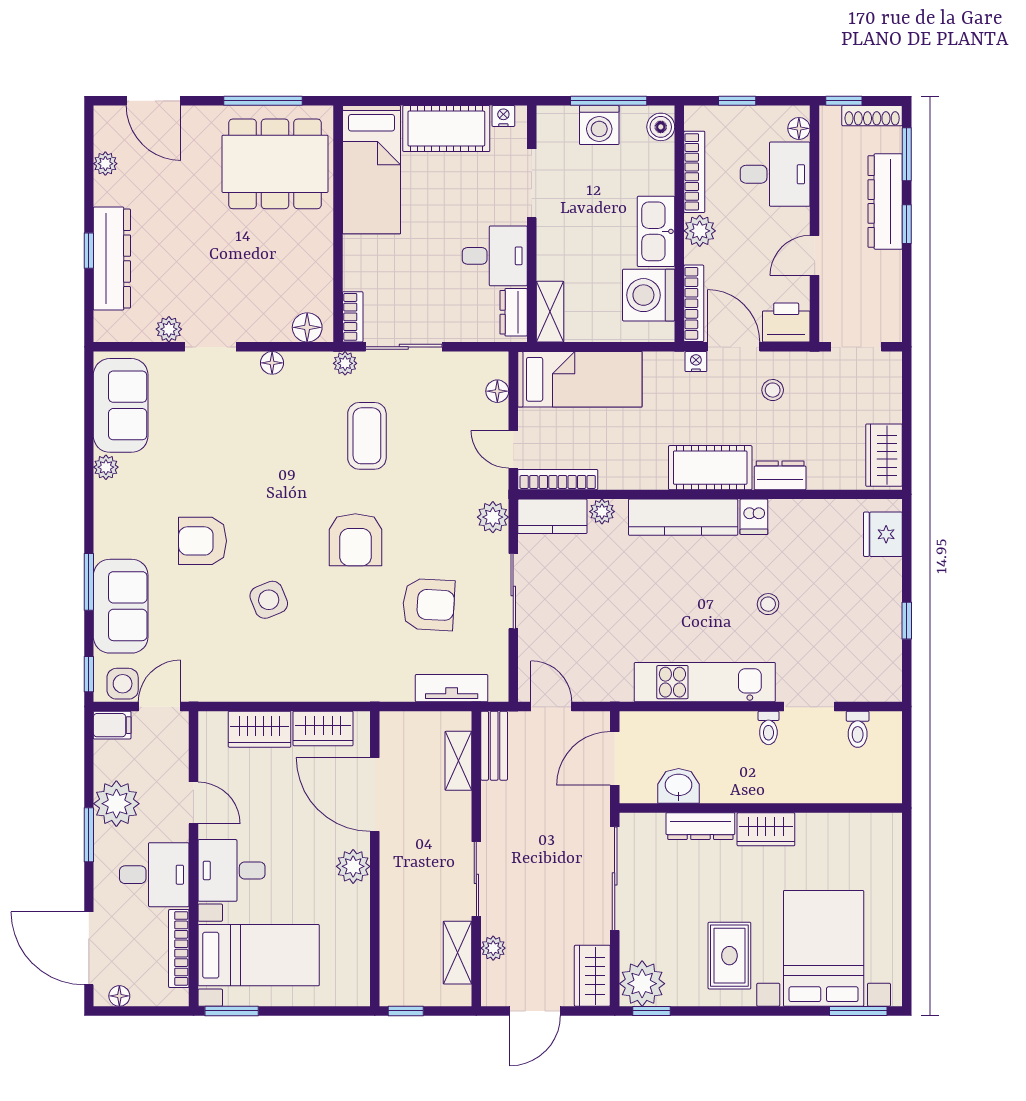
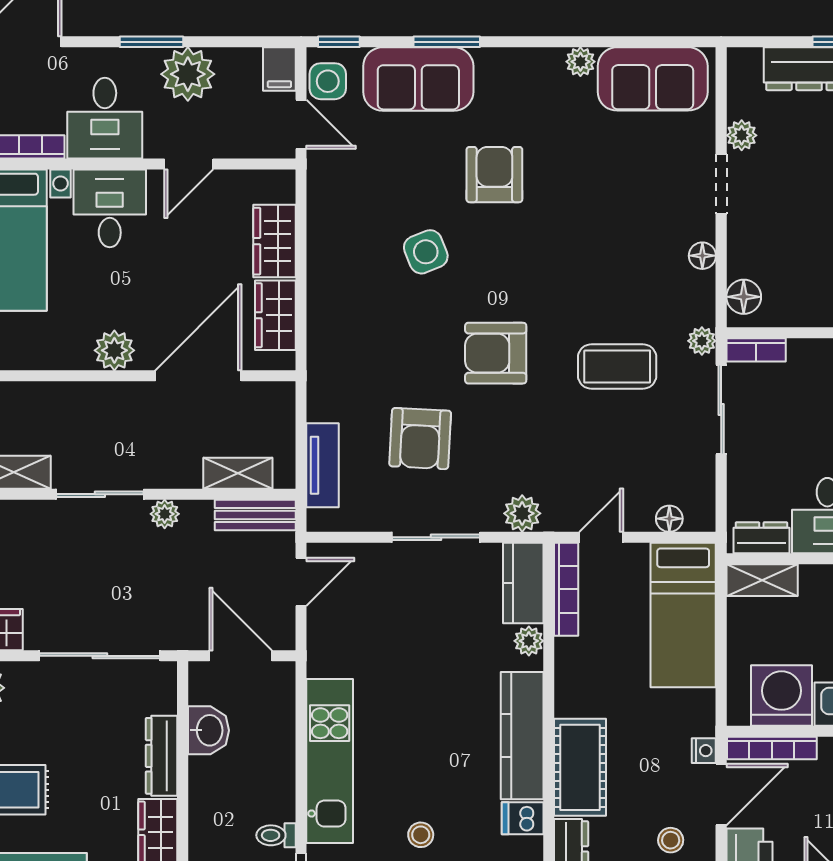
plant: (493, 948) -> (165, 514), moved

